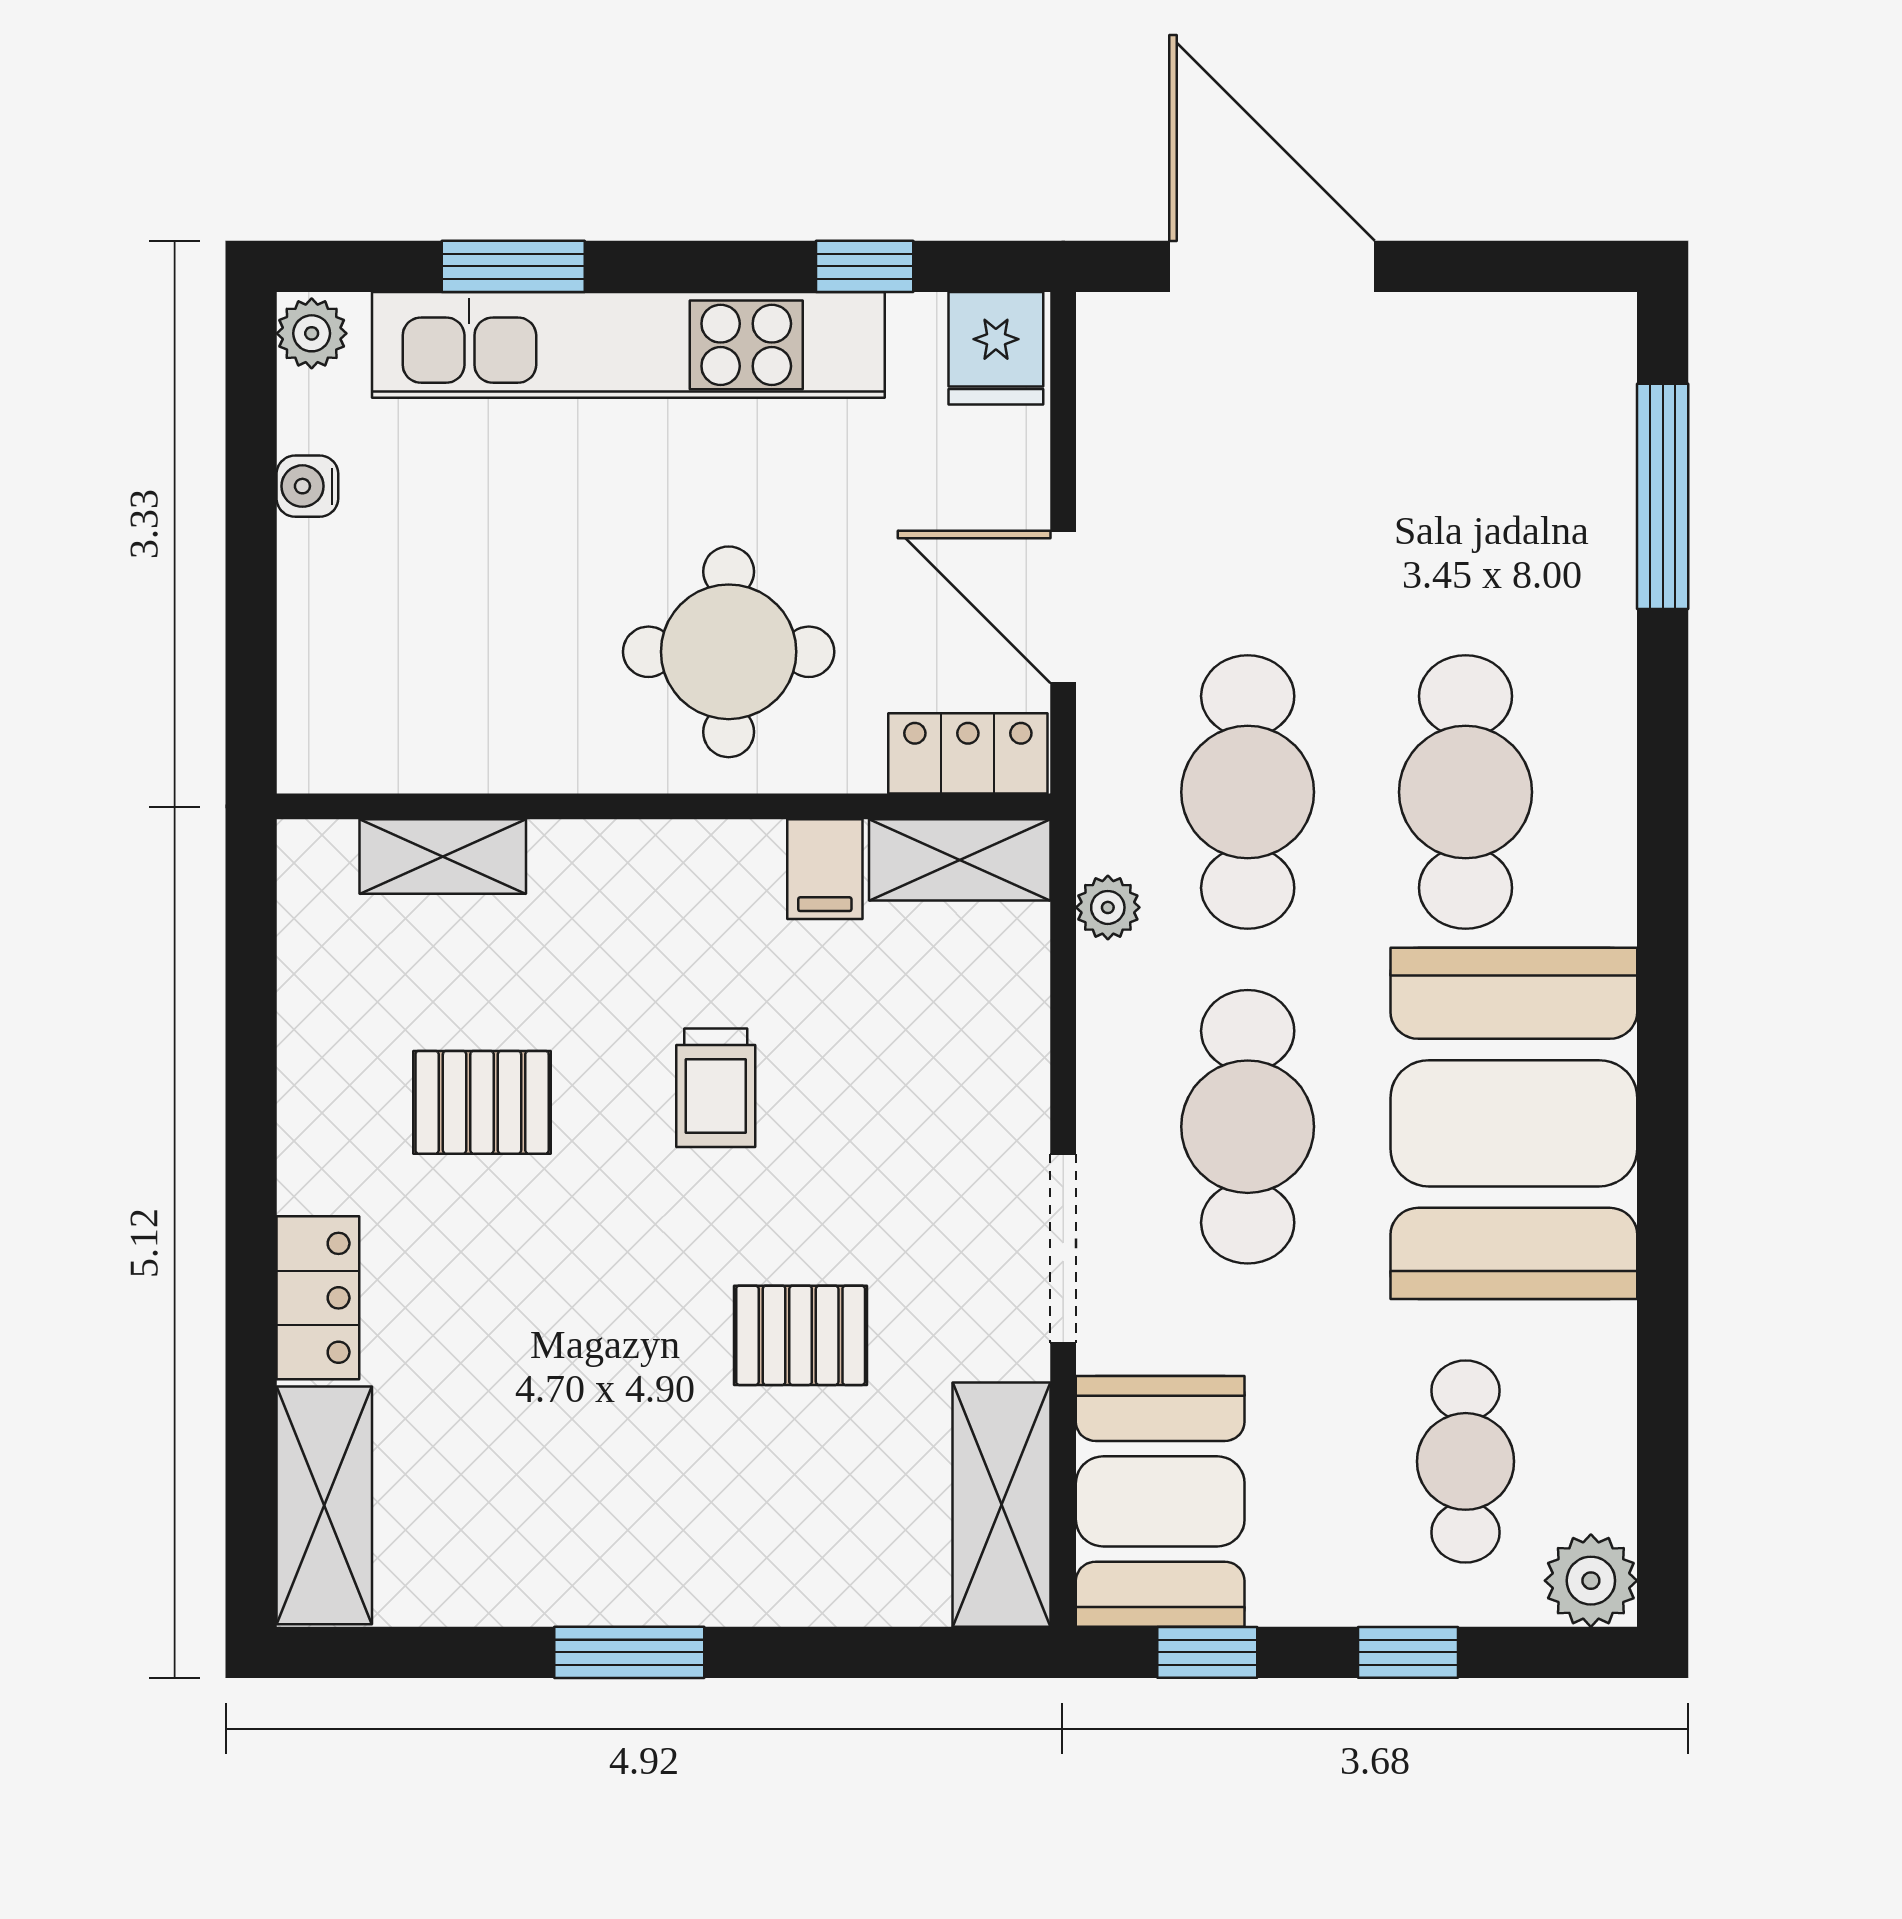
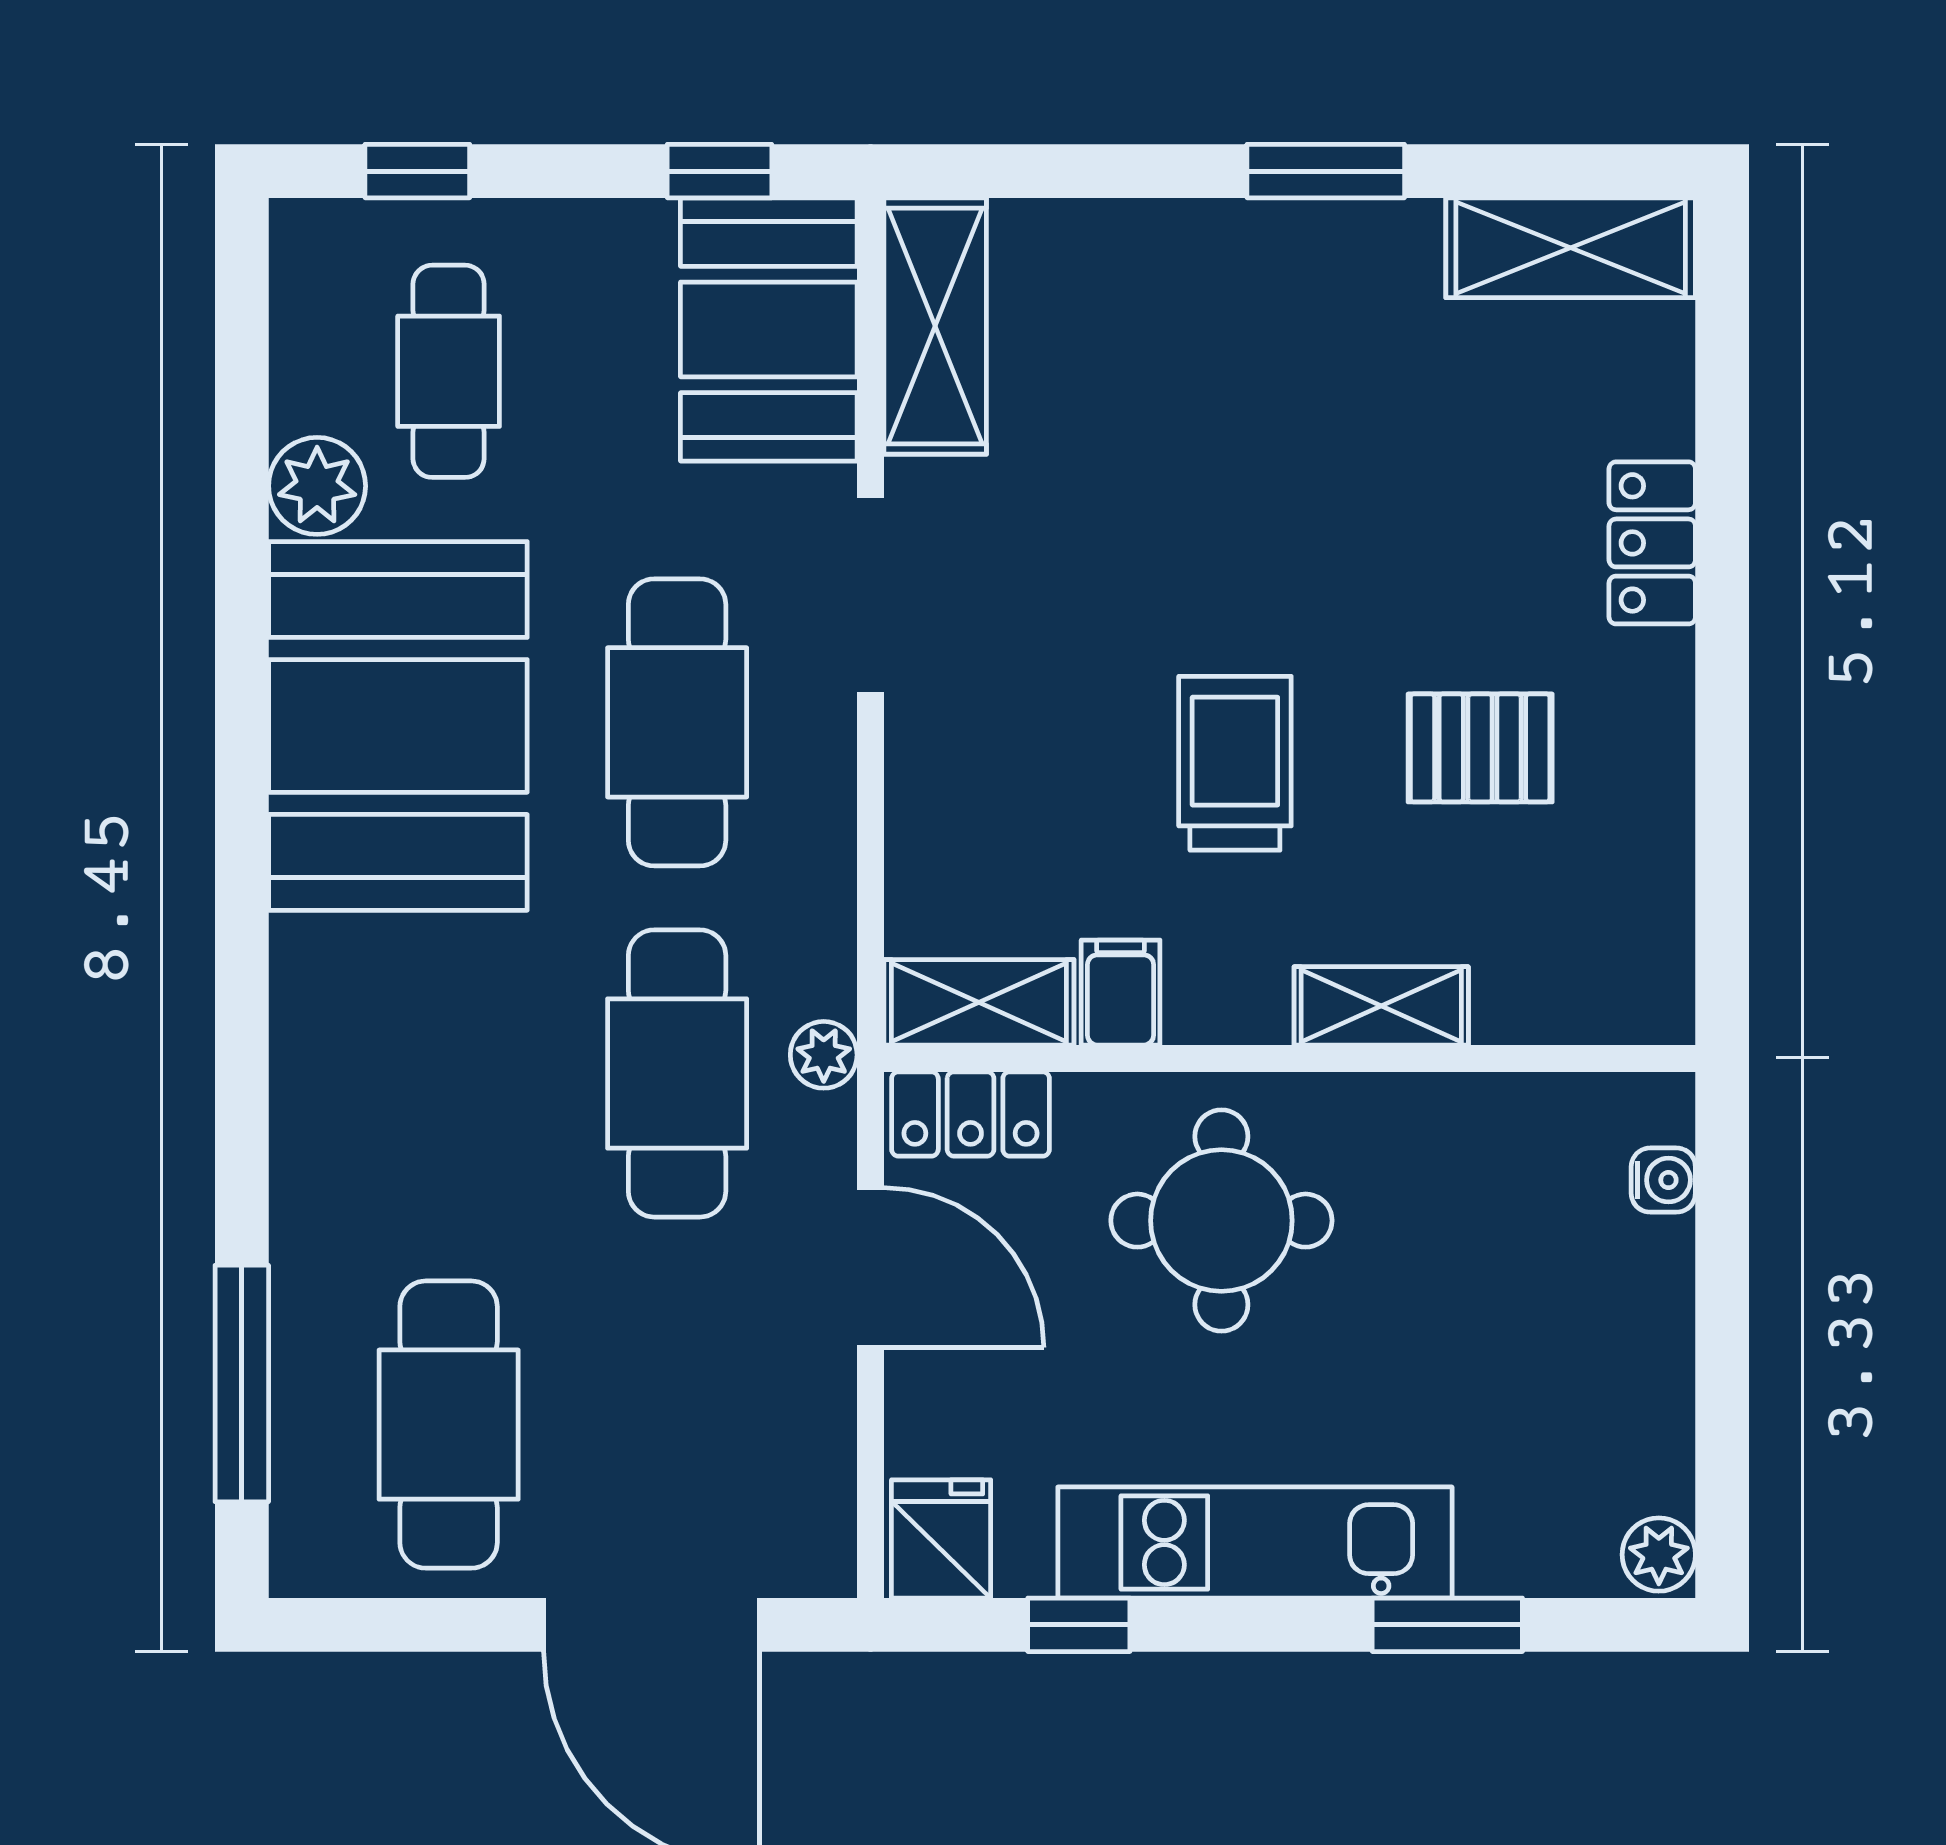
kitchen unit: (628, 345) -> (1255, 1542), width x0.73
water cooler: (307, 486) -> (1663, 1180), moved
cafe table: (1466, 792) -> (449, 1425), moved
shelving: (443, 856) -> (1381, 1006), moved
plant: (1108, 907) -> (824, 1055), moved
trolley: (716, 1088) -> (1235, 763), width x1.36, depth x1.39
pallet: (801, 1335) -> (1146, 504), removed
shelving: (324, 1505) -> (1571, 248), moved, turned 90
plant: (1591, 1581) -> (317, 486), moved
window: (1408, 1652) -> (417, 171), moved

